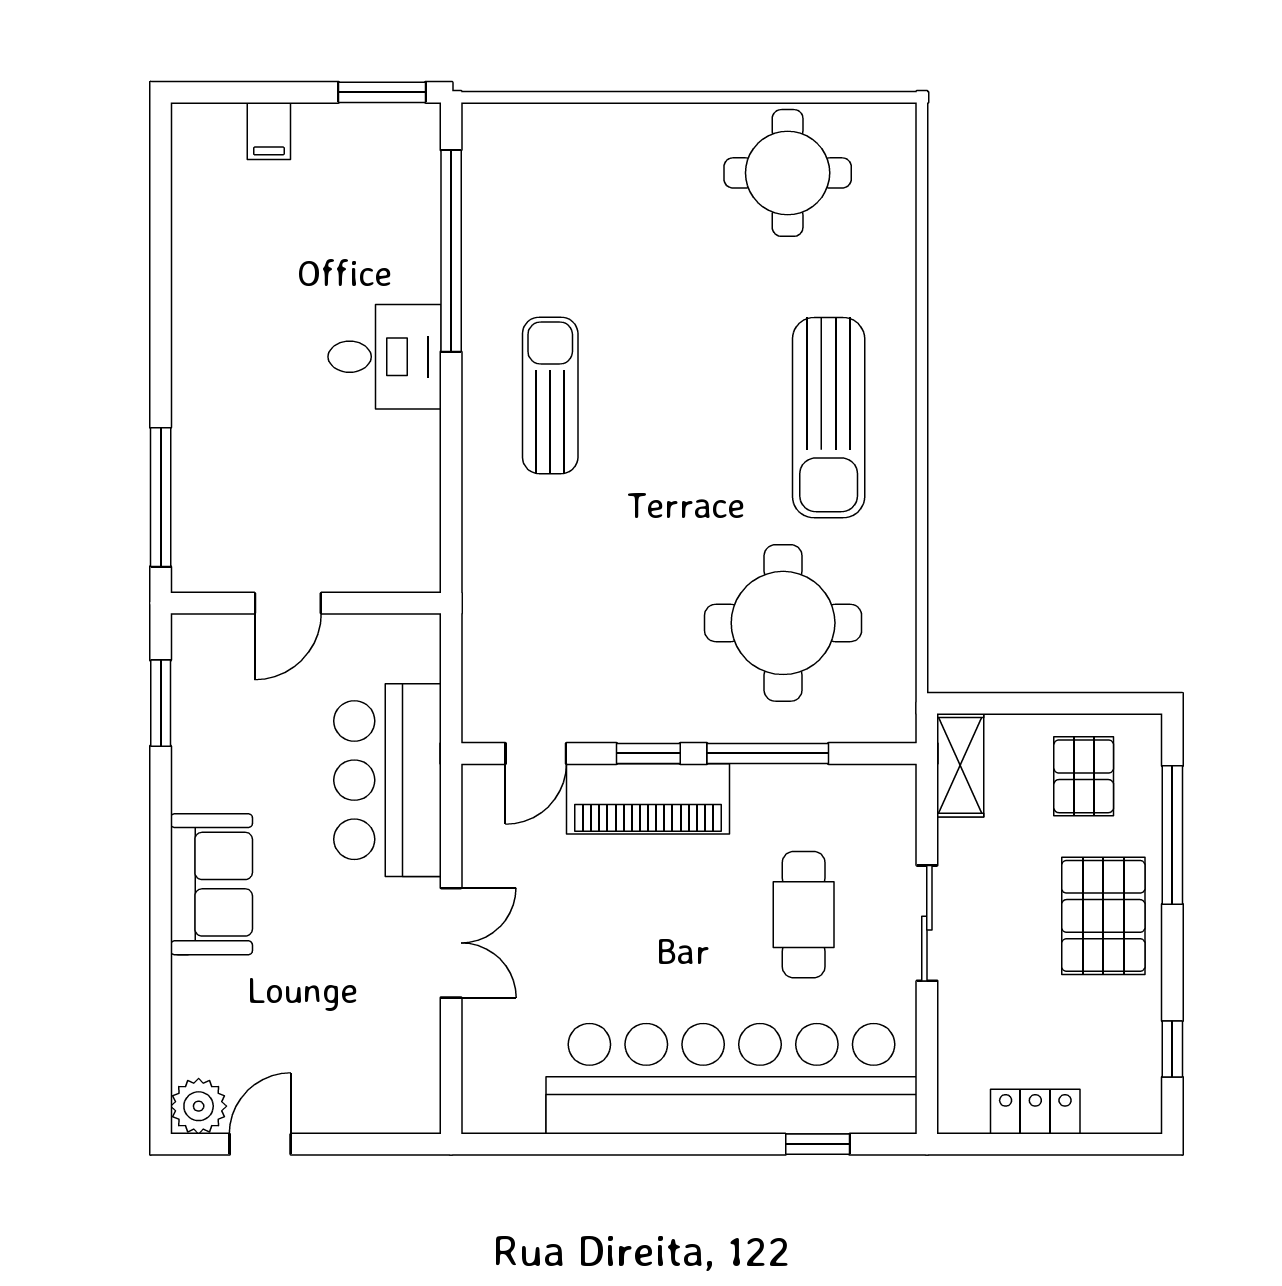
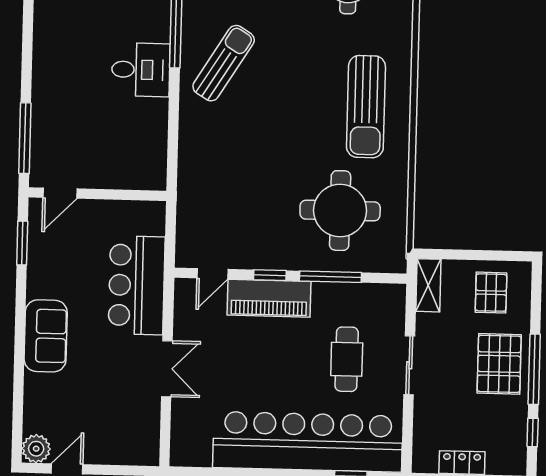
sun lounger: (550, 395) -> (224, 63), moved, turned 32
door: (288, 603) -> (60, 193), moved
window: (1172, 835) -> (534, 369), moved

